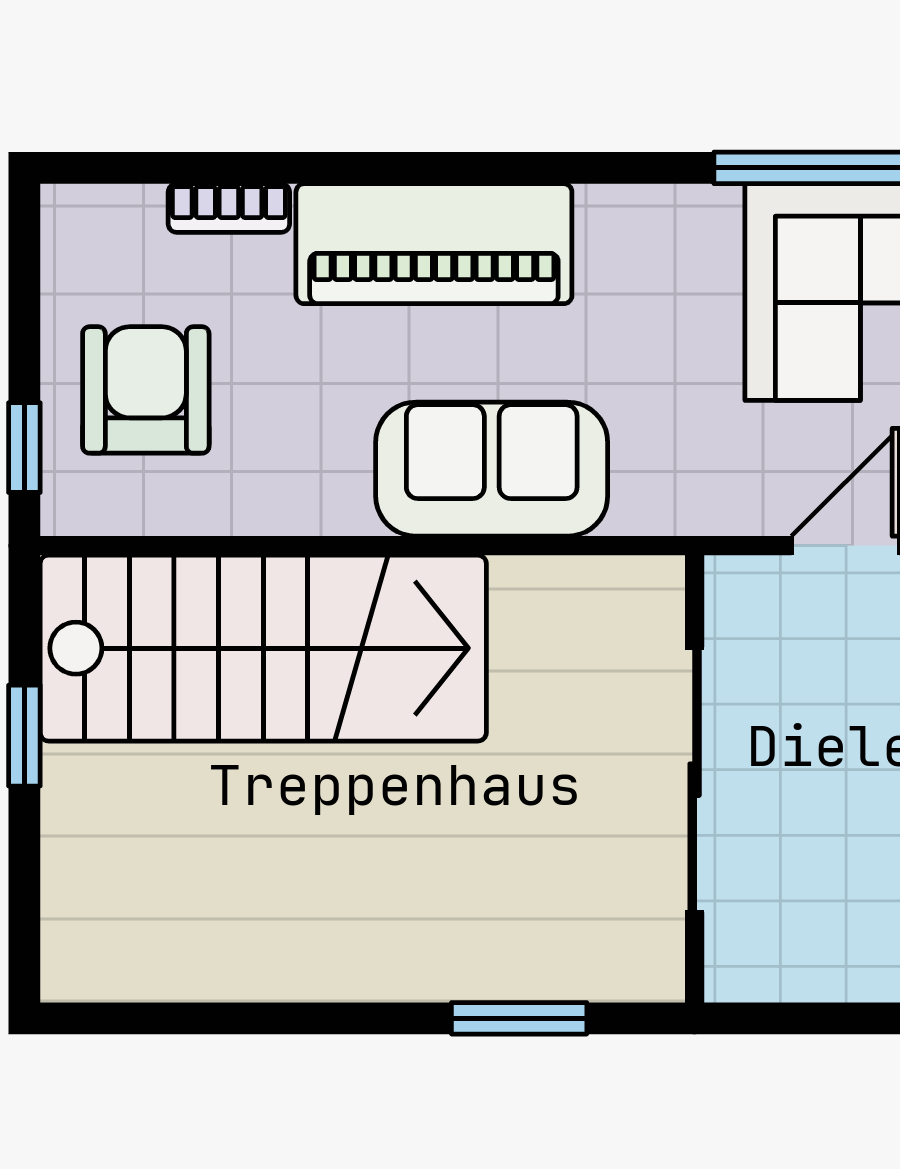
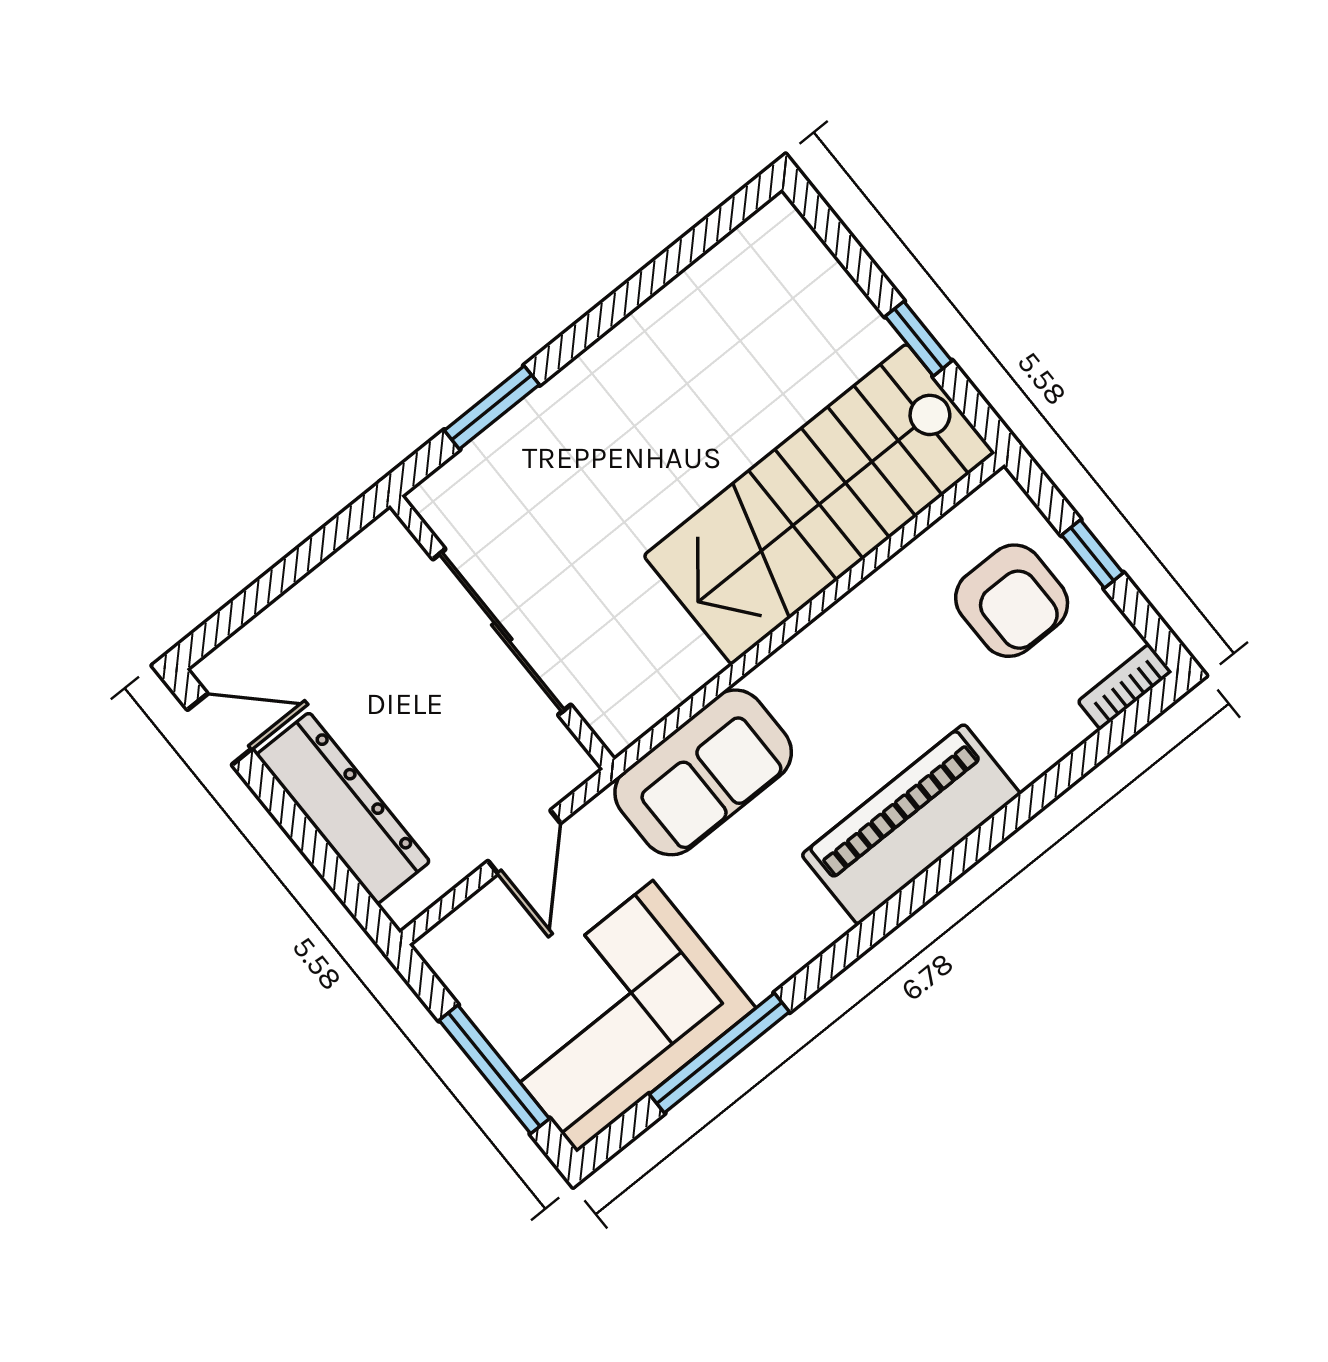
bookcase: (229, 208) -> (1125, 687), moved
window: (24, 448) -> (1092, 554), moved
sofa: (492, 469) -> (703, 772), moved

